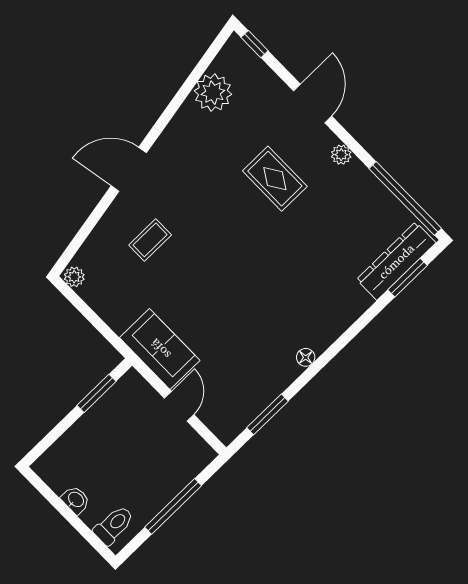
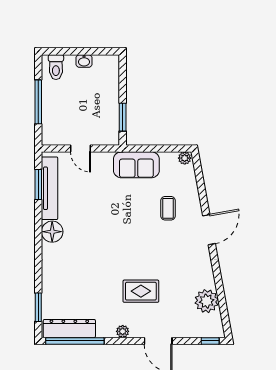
dresser: (396, 261) -> (69, 329), moved, turned -90
sofa: (160, 349) -> (136, 165), moved
floor lamp: (306, 357) -> (52, 232), width x1.89, depth x1.89
tv unit: (259, 397) -> (50, 188), added

